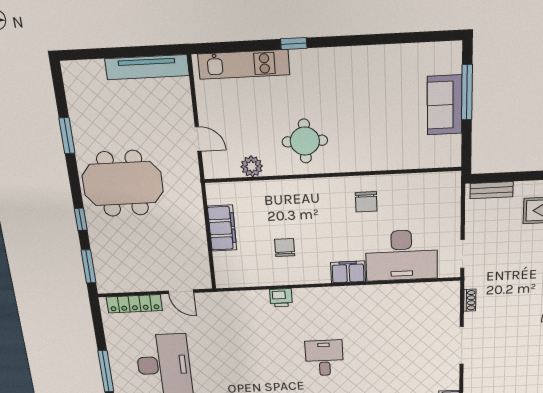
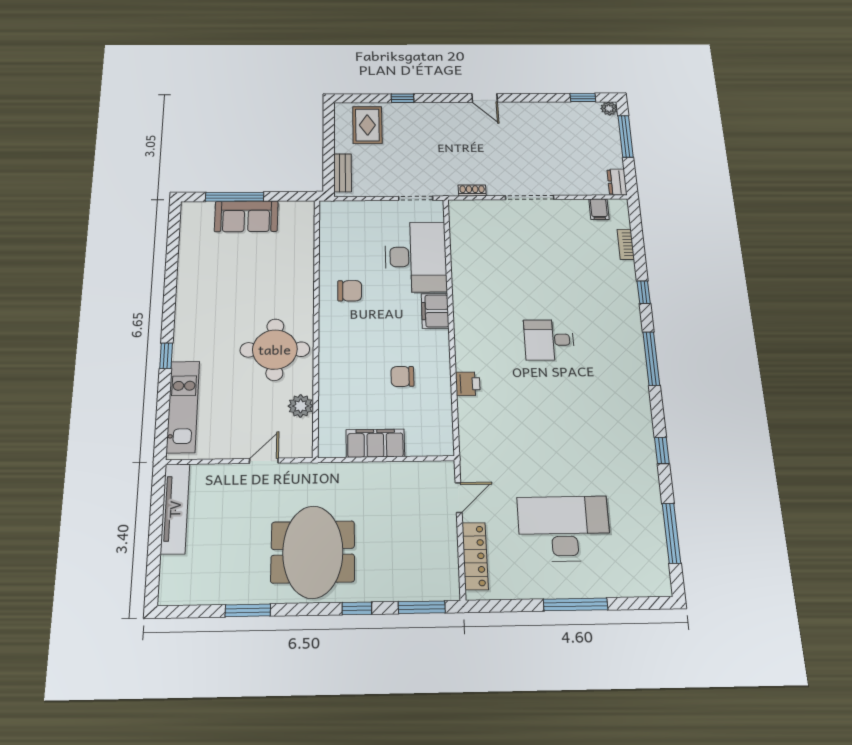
round table: (305, 141) -> (275, 350), width x1.36, depth x1.36

